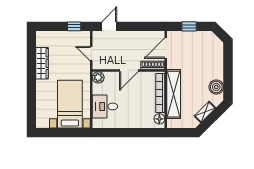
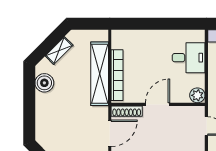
floor lamp: (159, 119) -> (118, 42), removed

